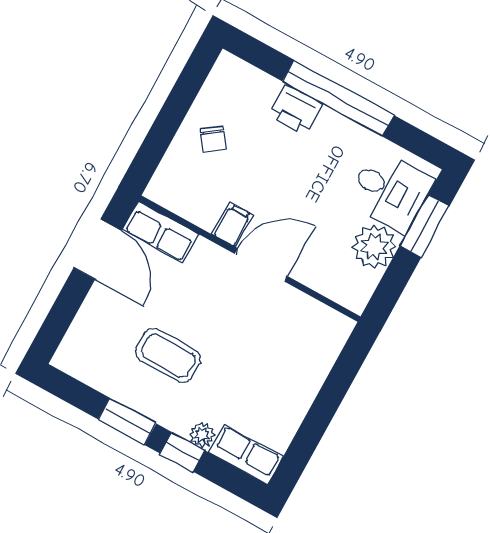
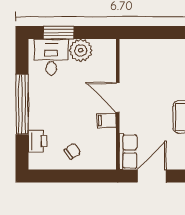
printer: (296, 109) -> (38, 141), moved

